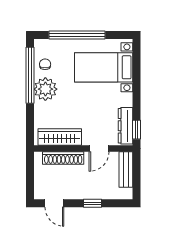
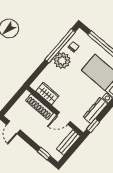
dresser: (126, 126) -> (95, 110), moved
wardrobe: (60, 137) -> (47, 94), width x0.67
window: (92, 203) -> (44, 154), moved

